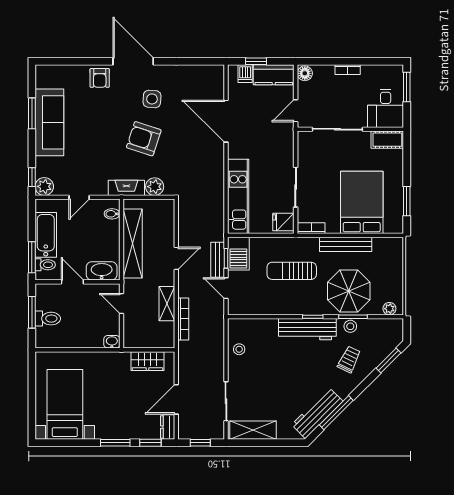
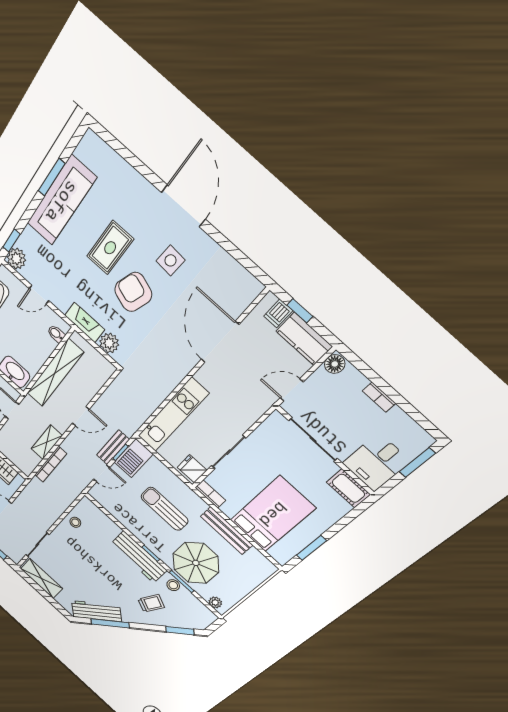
armchair: (100, 78) -> (139, 195), removed
rug: (106, 124) -> (110, 248), added
door: (226, 288) -> (102, 473), swing flipped

